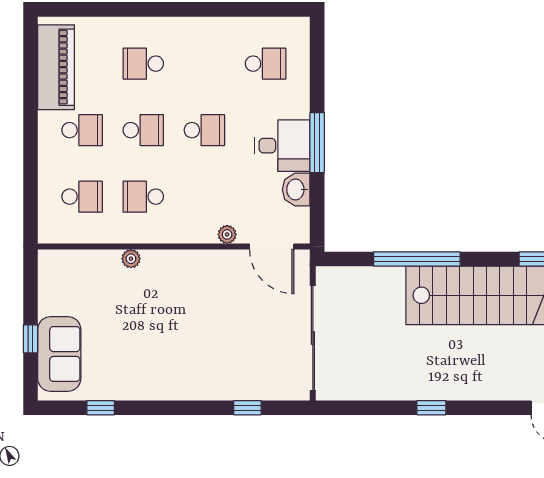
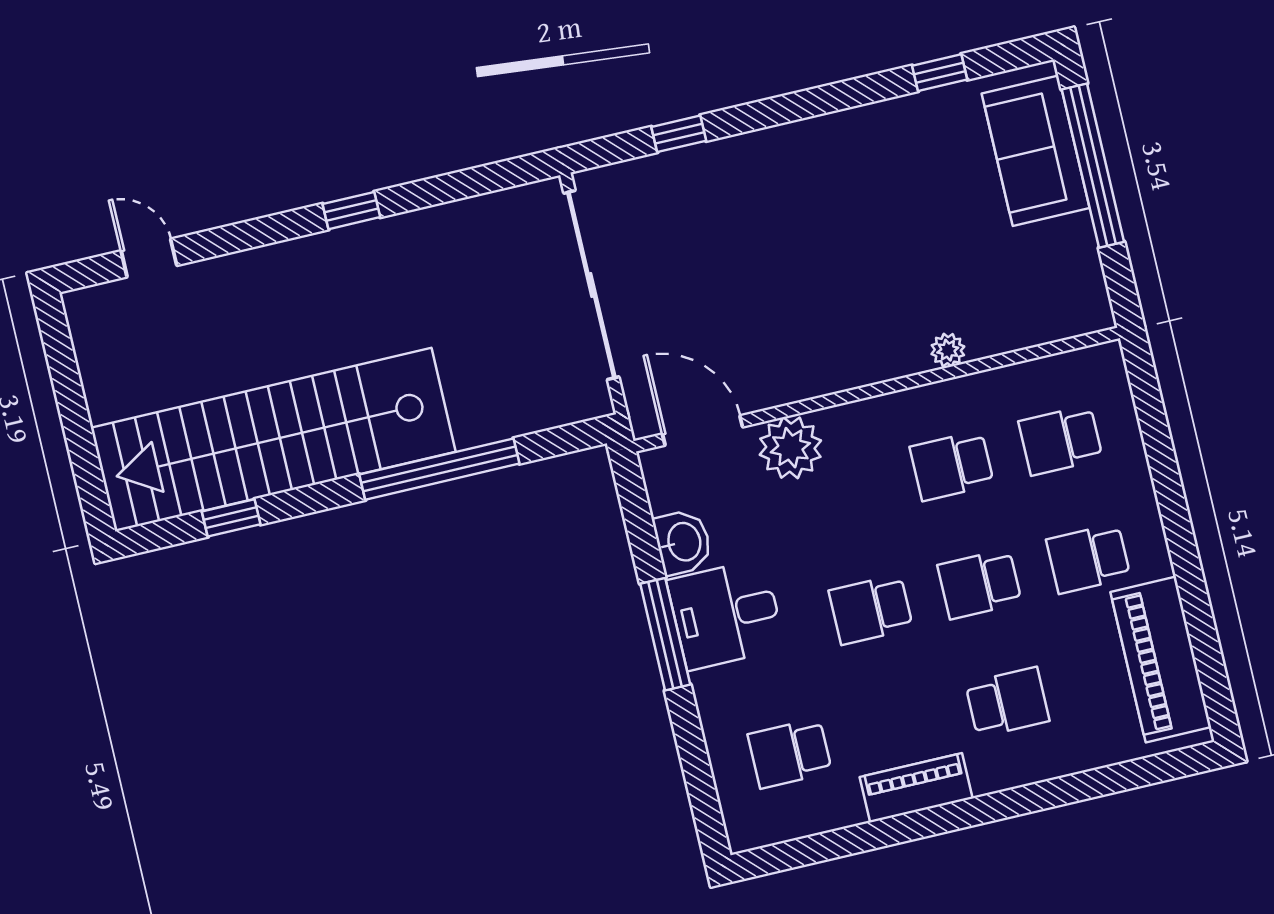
piano: (203, 29) -> (916, 788), added
school desk: (143, 197) -> (952, 466), turned 180
plant: (227, 234) -> (790, 448), width x1.88, depth x1.88
window: (31, 339) -> (1093, 166), width x3.17

